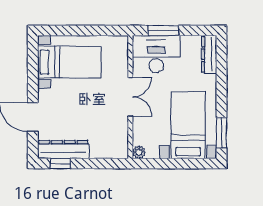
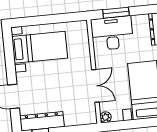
double door: (130, 97) -> (95, 86), moved

